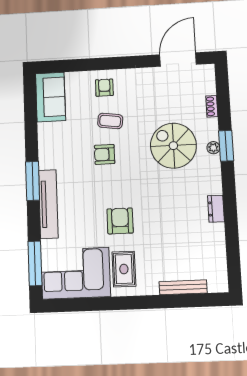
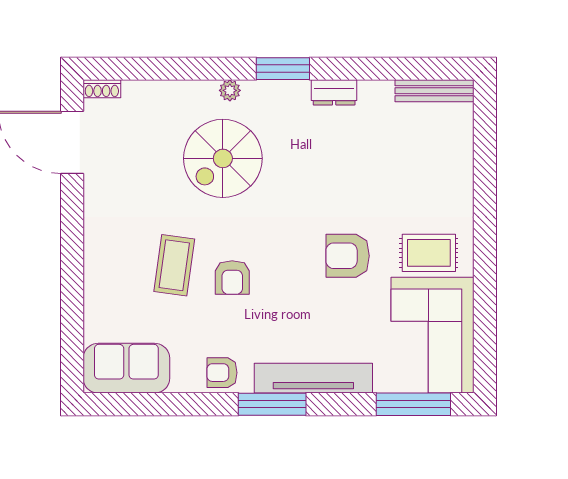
armchair: (104, 88) -> (222, 373), moved
shoe rack: (212, 106) -> (102, 89), moved
coffee table: (110, 121) -> (174, 265), width x1.36, depth x1.30
window: (226, 146) -> (283, 69), moved
bench: (183, 287) -> (435, 91), moved, turned 90

